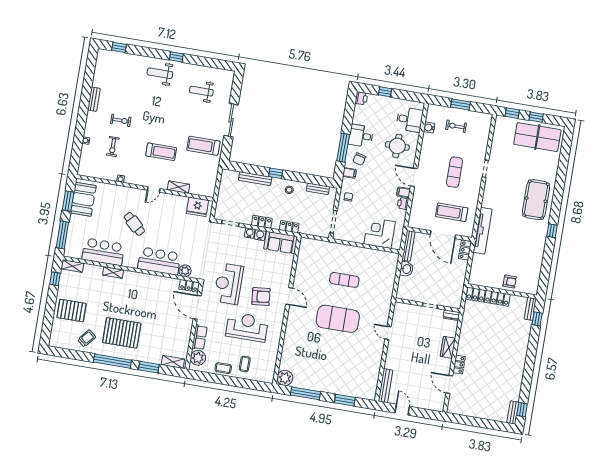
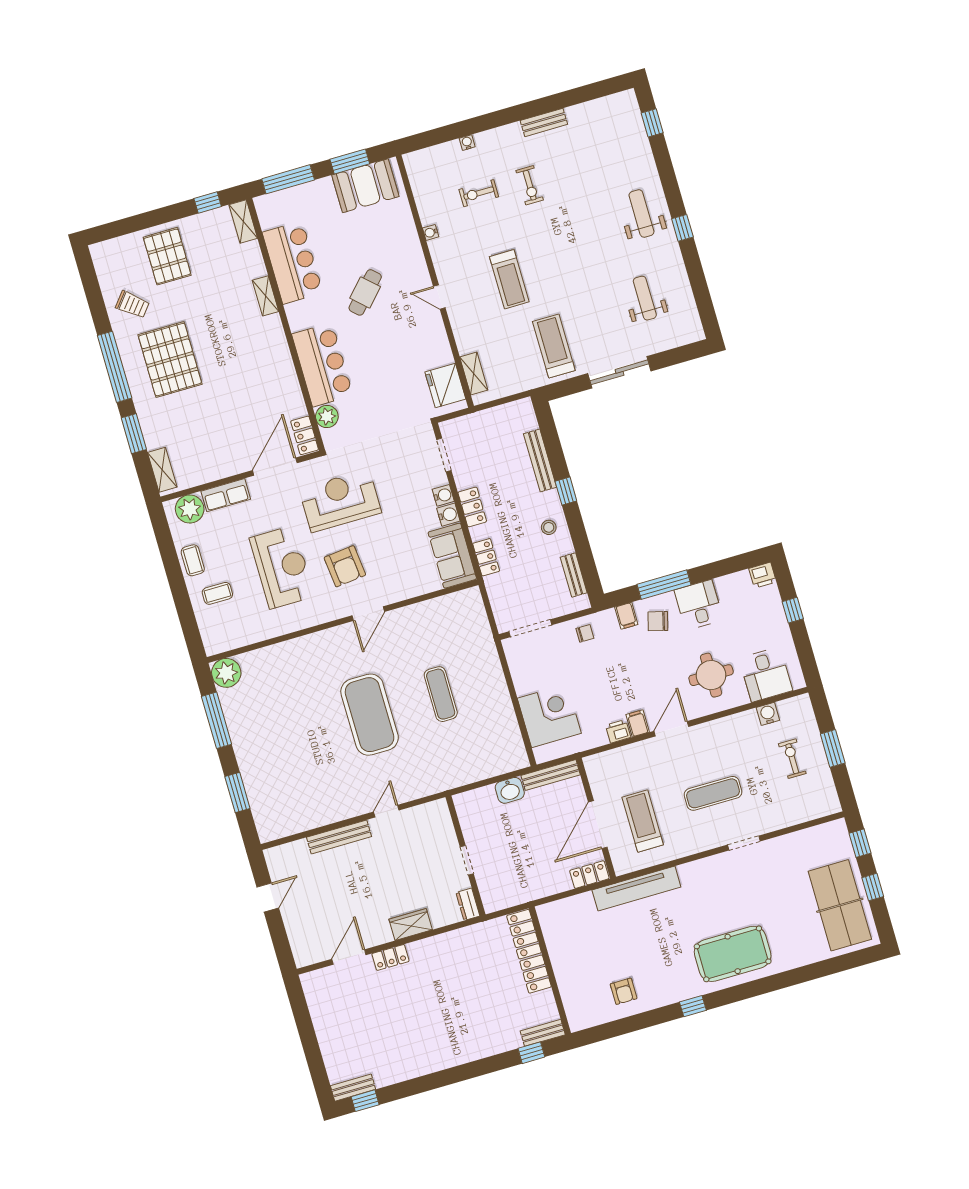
shelving: (178, 187) -> (474, 373), moved
armchair: (510, 282) -> (624, 991), moved
bench: (385, 386) -> (339, 837), moved

